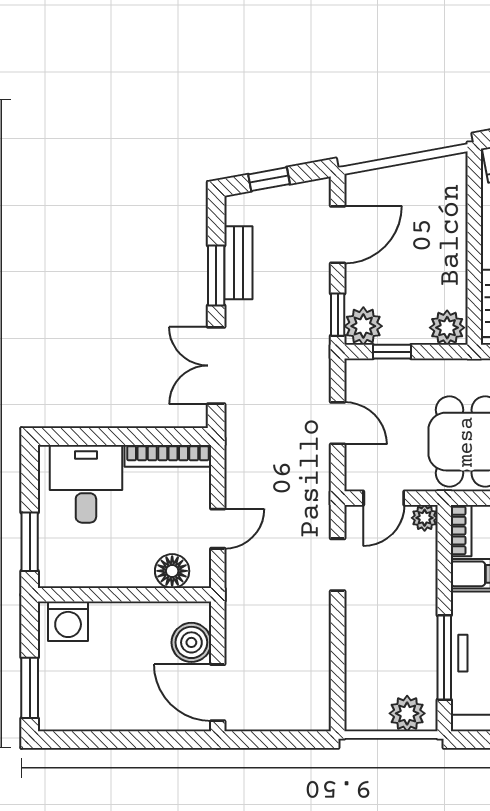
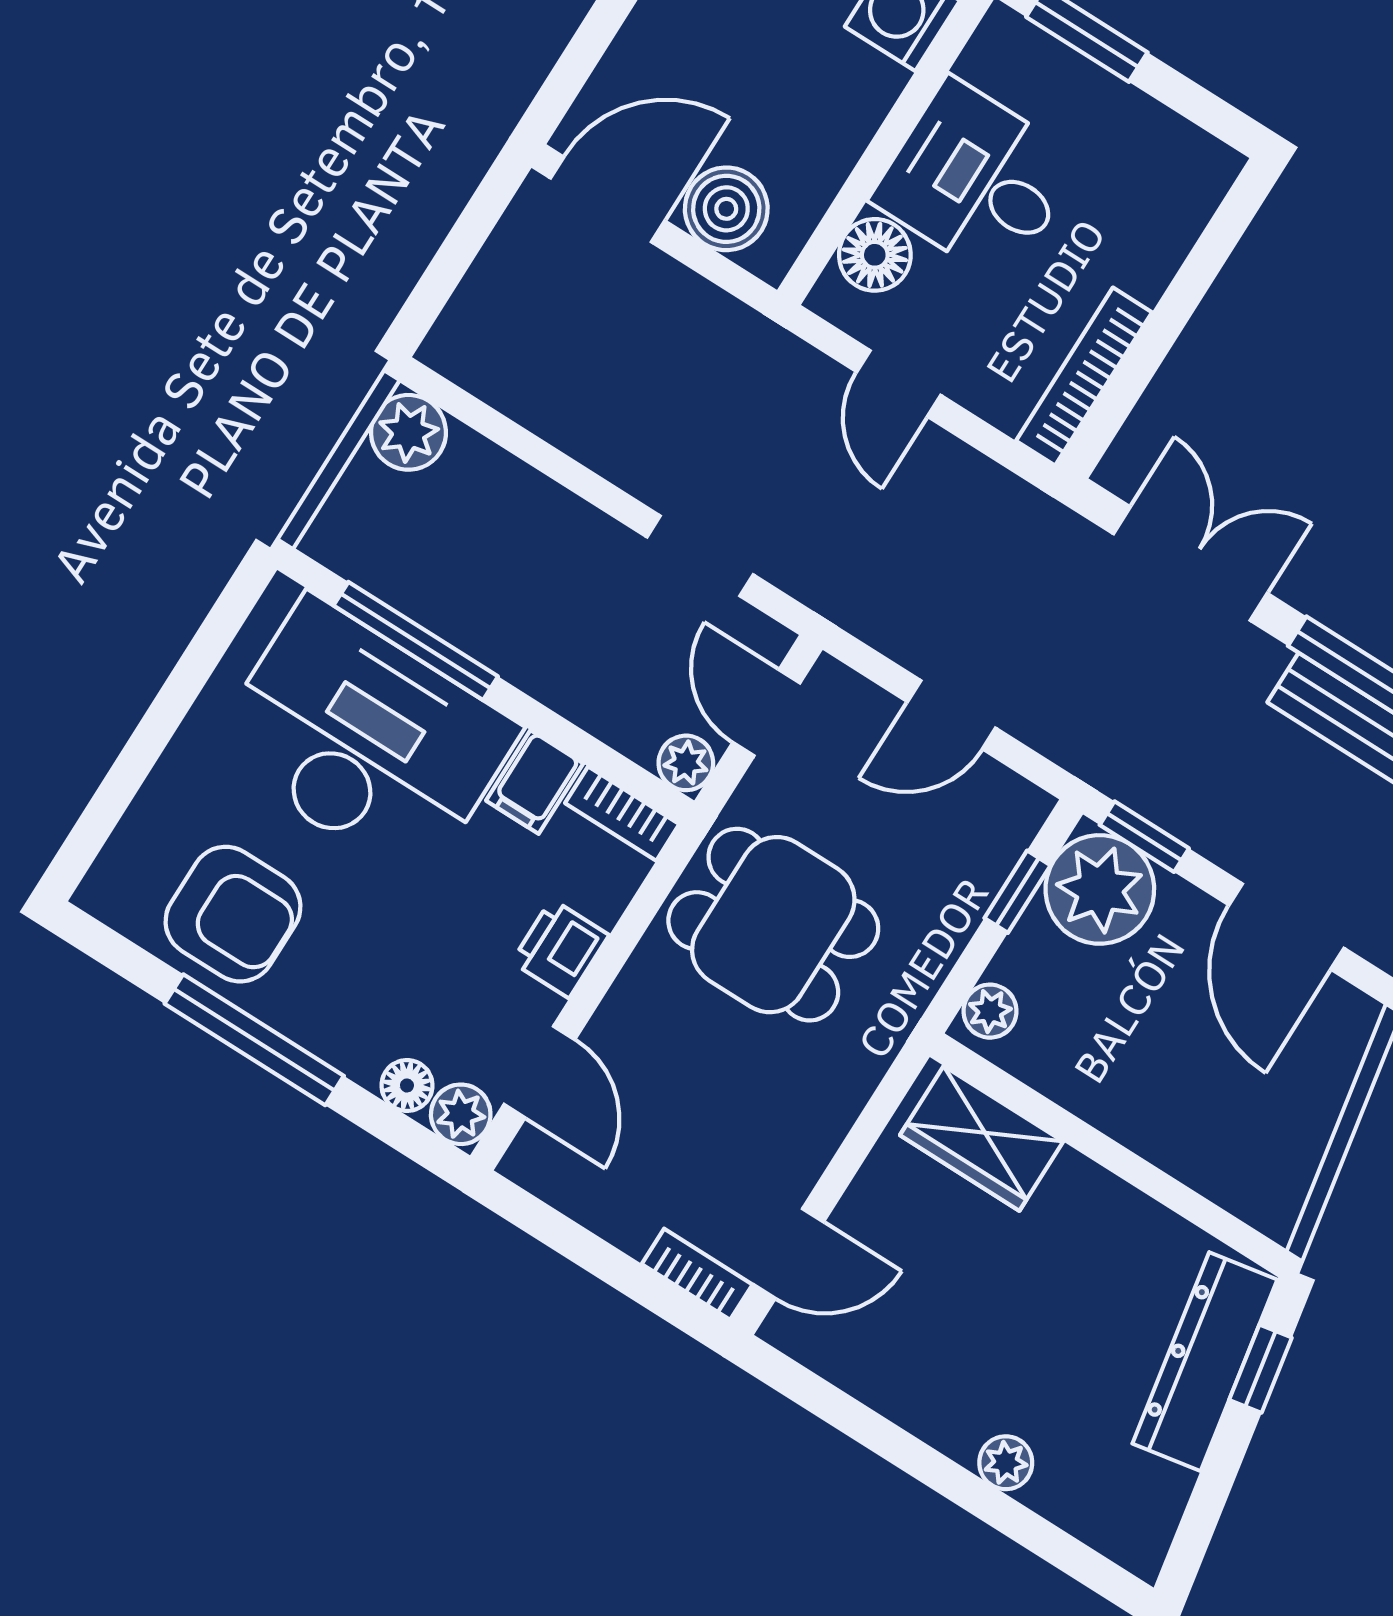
plant: (363, 326) -> (1100, 889), width x1.36, depth x1.36
plant: (447, 328) -> (990, 1011), width x0.73, depth x0.73
desk: (86, 484) -> (976, 180), moved, turned 180
plant: (407, 713) -> (408, 432), moved

